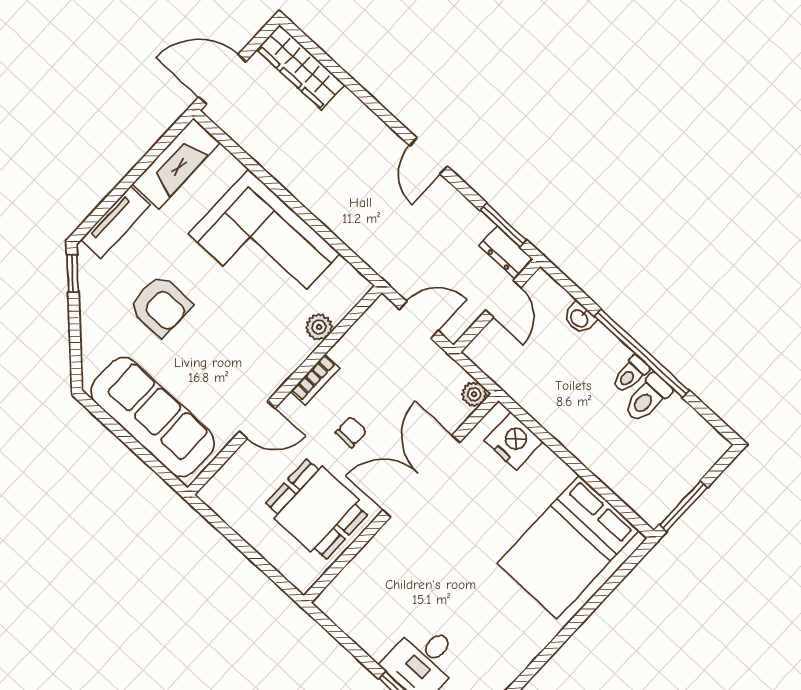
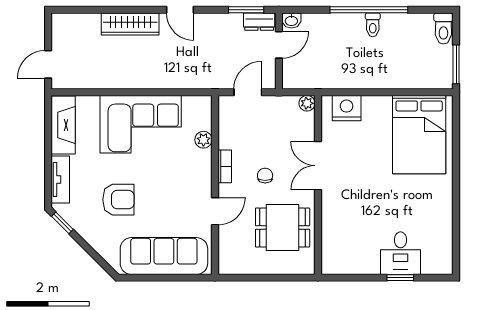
wardrobe: (301, 67) -> (130, 24), moved
door: (222, 79) -> (48, 64), width x0.73
door: (503, 299) -> (279, 45), hinge flipped
washbasin: (580, 318) -> (291, 21), moved
toilet: (648, 398) -> (443, 29), moved
double door: (421, 476) -> (318, 166), width x0.73

